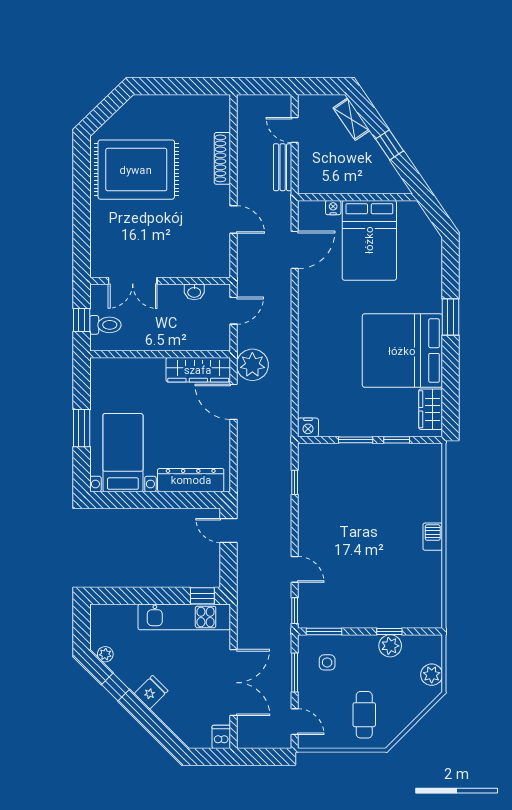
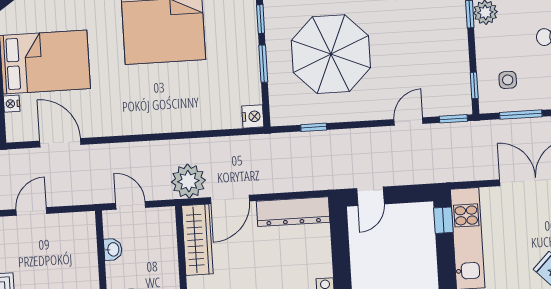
dresser: (191, 480) -> (293, 212), moved, turned -90
parasol: (361, 502) -> (331, 54), added
window: (324, 631) -> (474, 85), width x0.67

